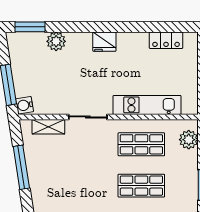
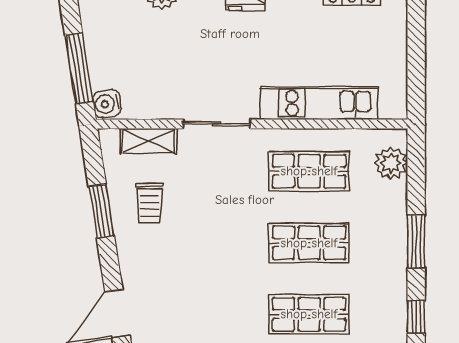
trolley: (49, 163) -> (150, 203), added
window: (21, 167) -> (101, 211), width x0.69

